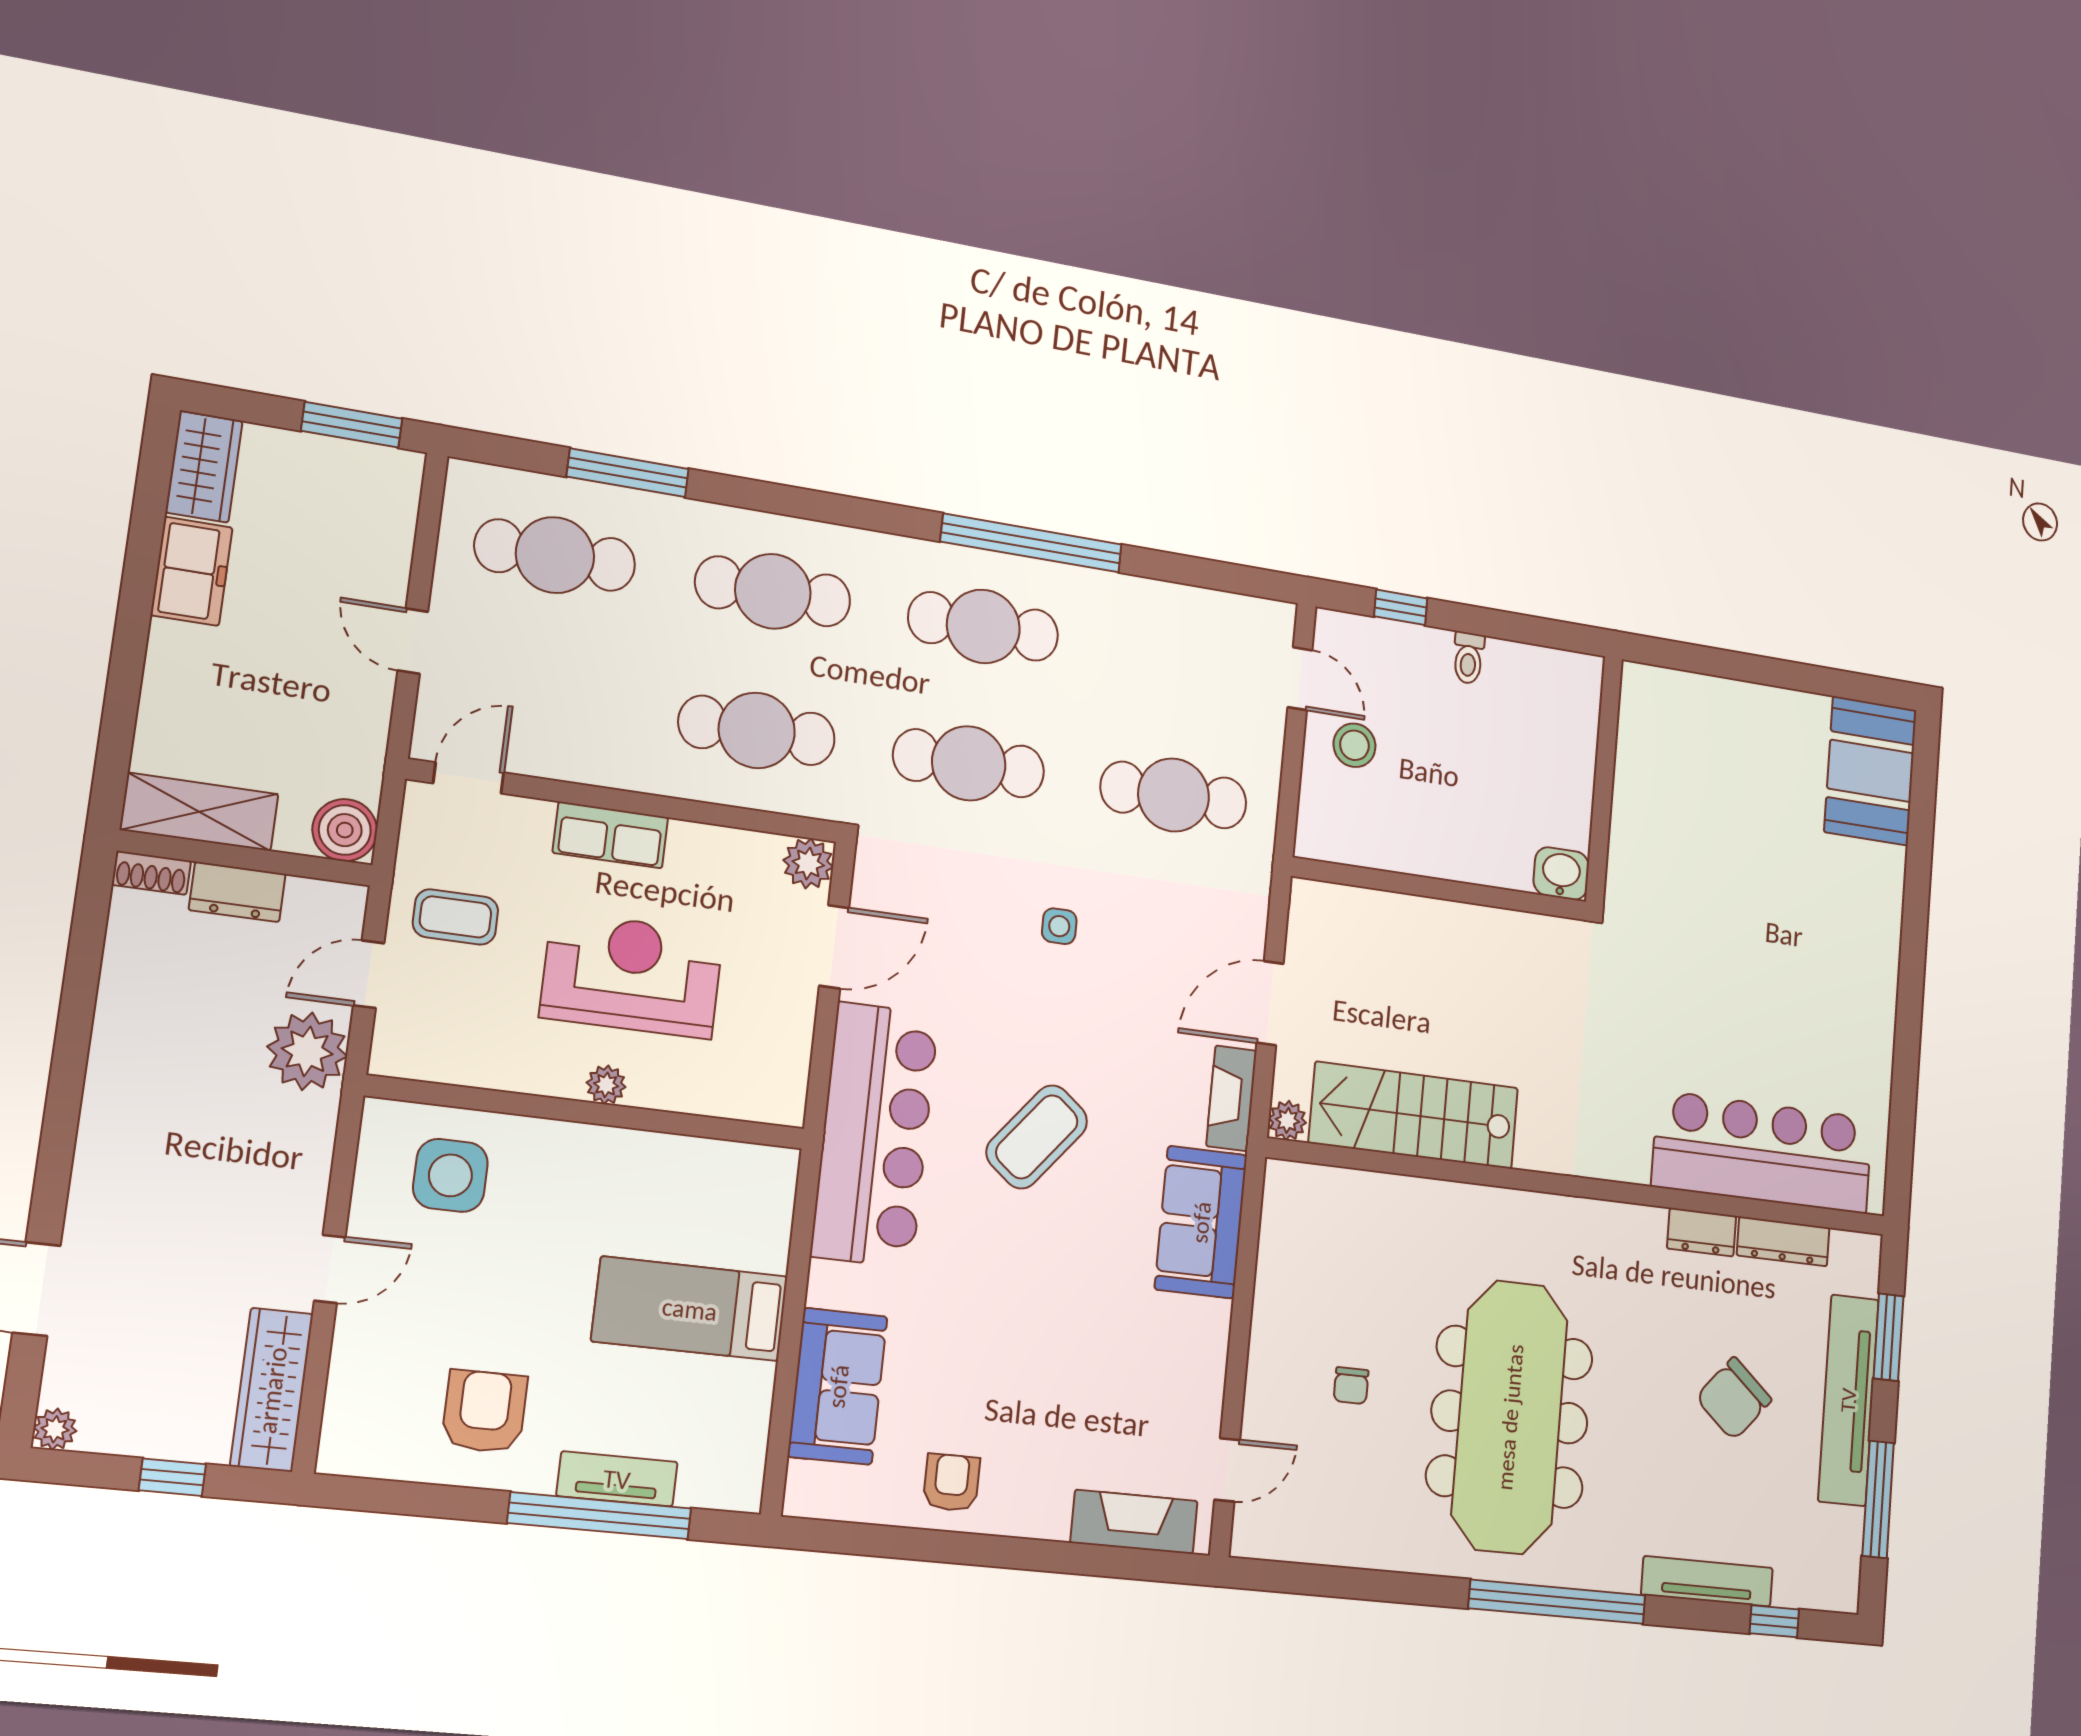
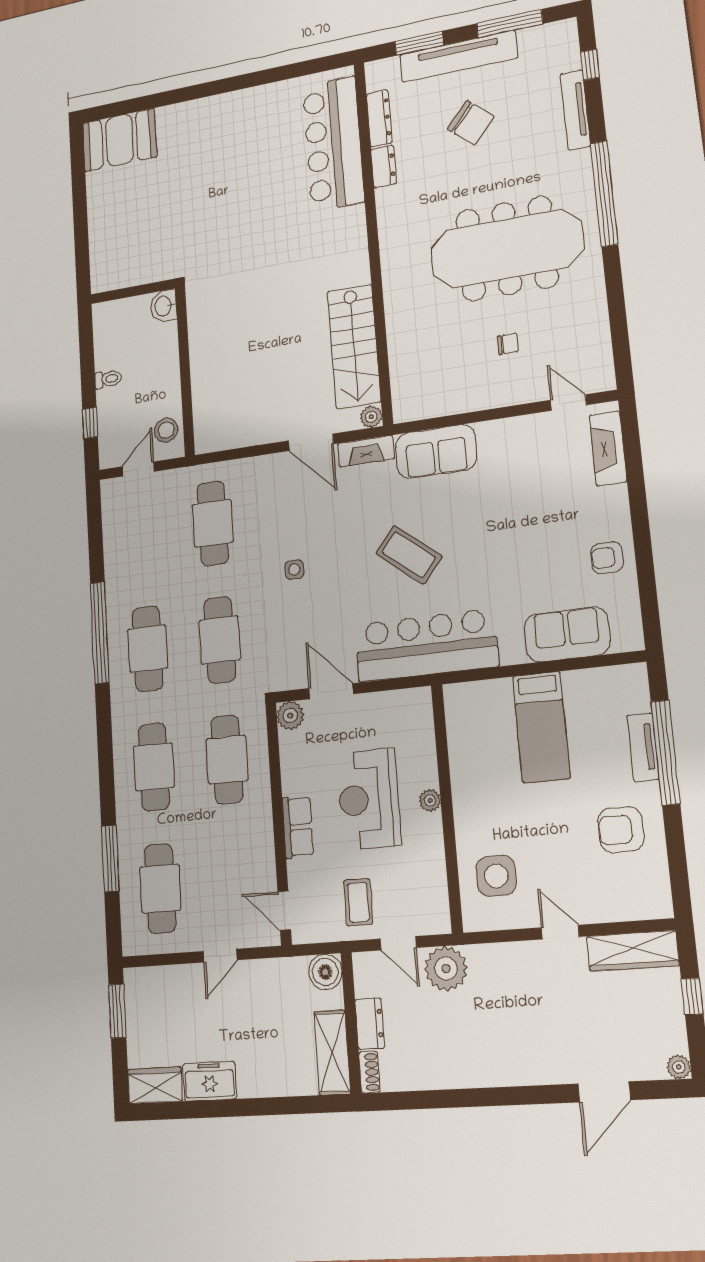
washbasin: (1561, 874) -> (164, 306), moved
wall: (1440, 889) -> (185, 371), moved

